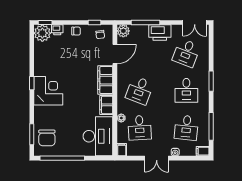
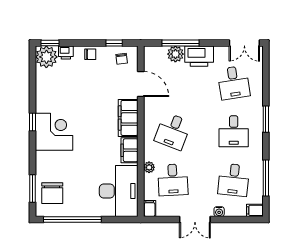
plant: (123, 31) -> (175, 54), moved
desk: (186, 53) -> (234, 83), turned -30
door: (115, 54) -> (141, 84), hinge flipped

